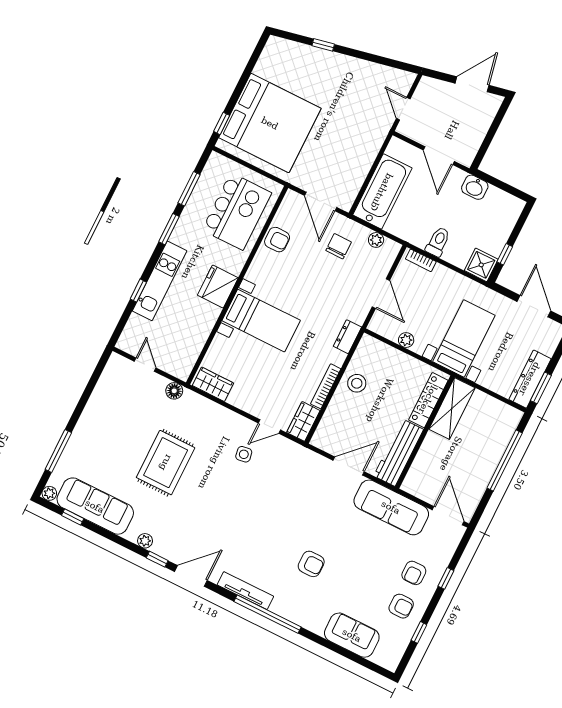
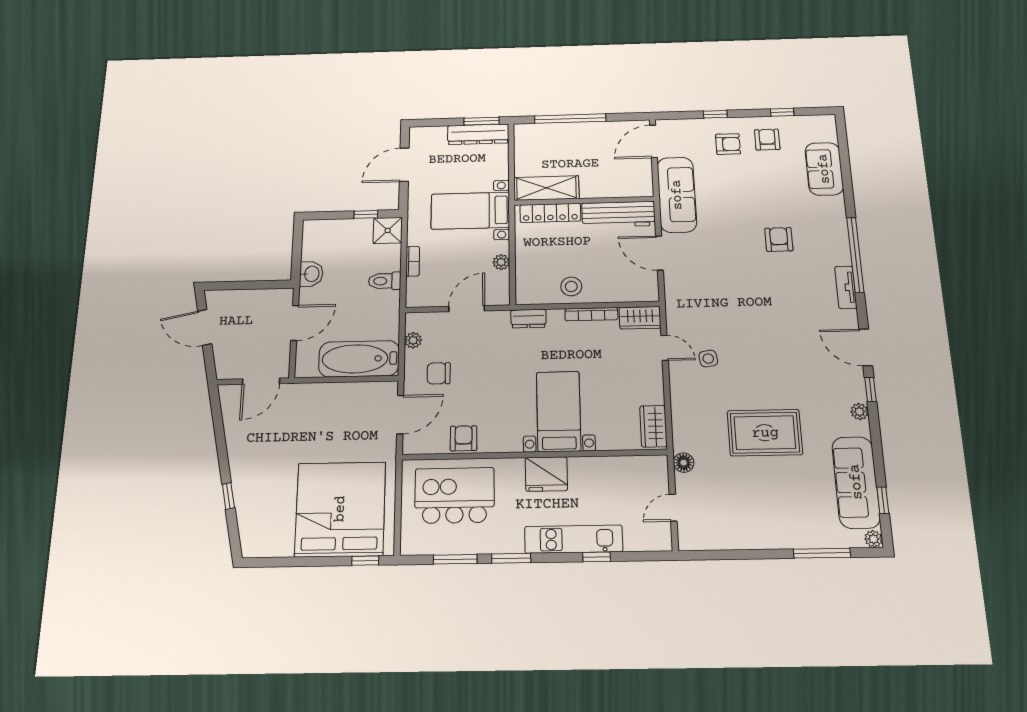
door: (403, 109) -> (261, 381), width x1.38
bookcase: (421, 260) -> (413, 261), moved
tv unit: (245, 591) -> (846, 287), width x0.71

